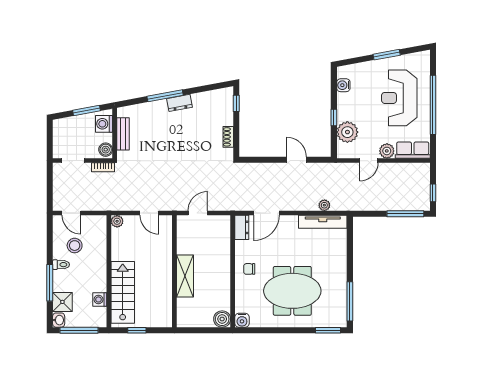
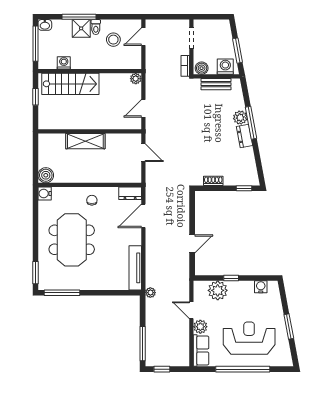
plant: (159, 108) -> (240, 118), added
plant: (324, 205) -> (150, 293), moved
door: (266, 213) -> (143, 216), hinge flipped
shower: (62, 302) -> (81, 28), moved

